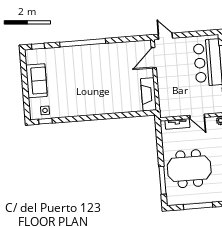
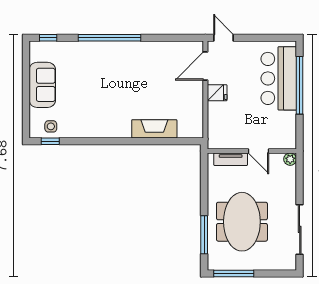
fridge: (164, 76) -> (217, 93), added
fireplace: (149, 94) -> (154, 129), moved, turned 90
meeting table: (189, 169) -> (242, 222), turned 90
window: (198, 206) -> (234, 274), moved

